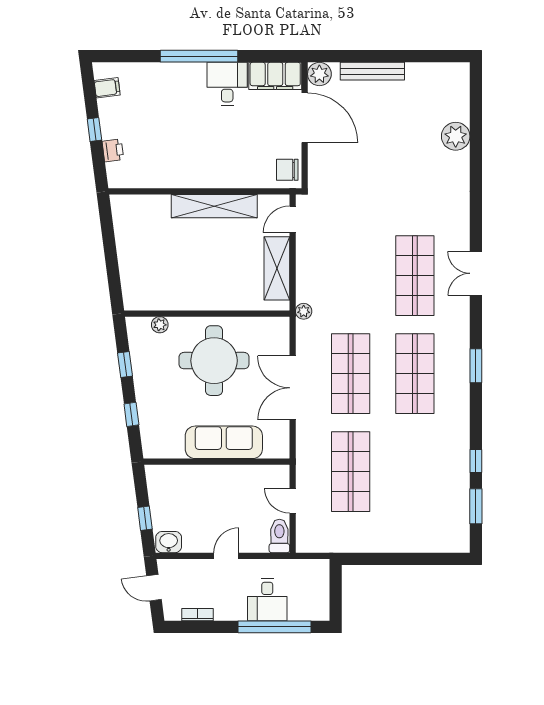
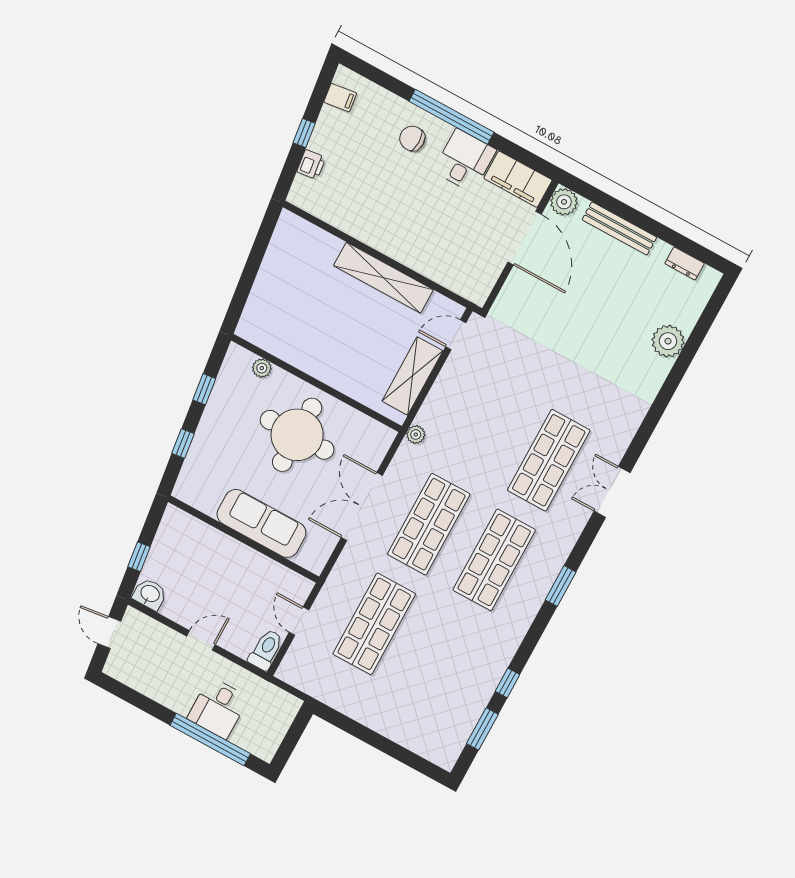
dresser: (436, 71) -> (685, 263), added
chair: (287, 170) -> (412, 138), moved
bookcase: (197, 615) -> (139, 684), removed

